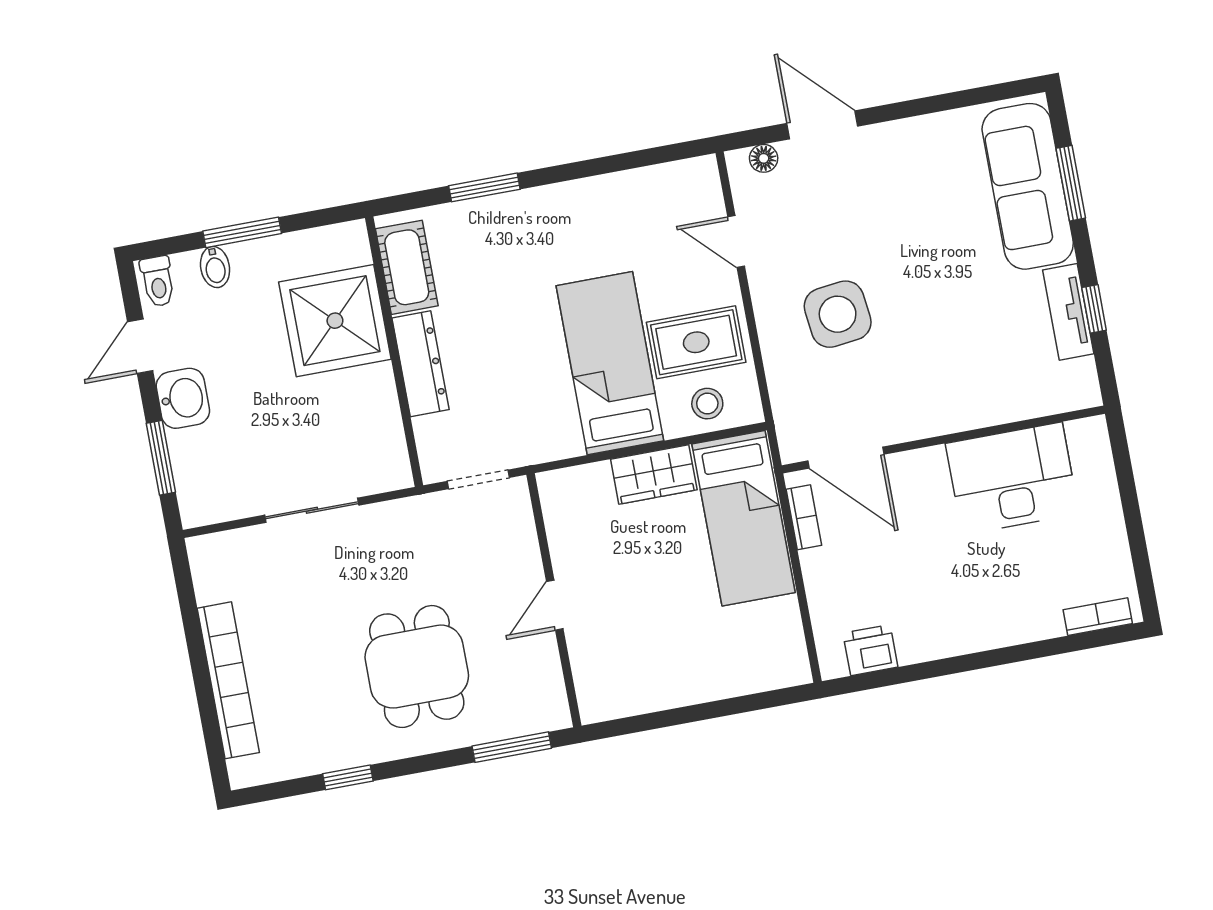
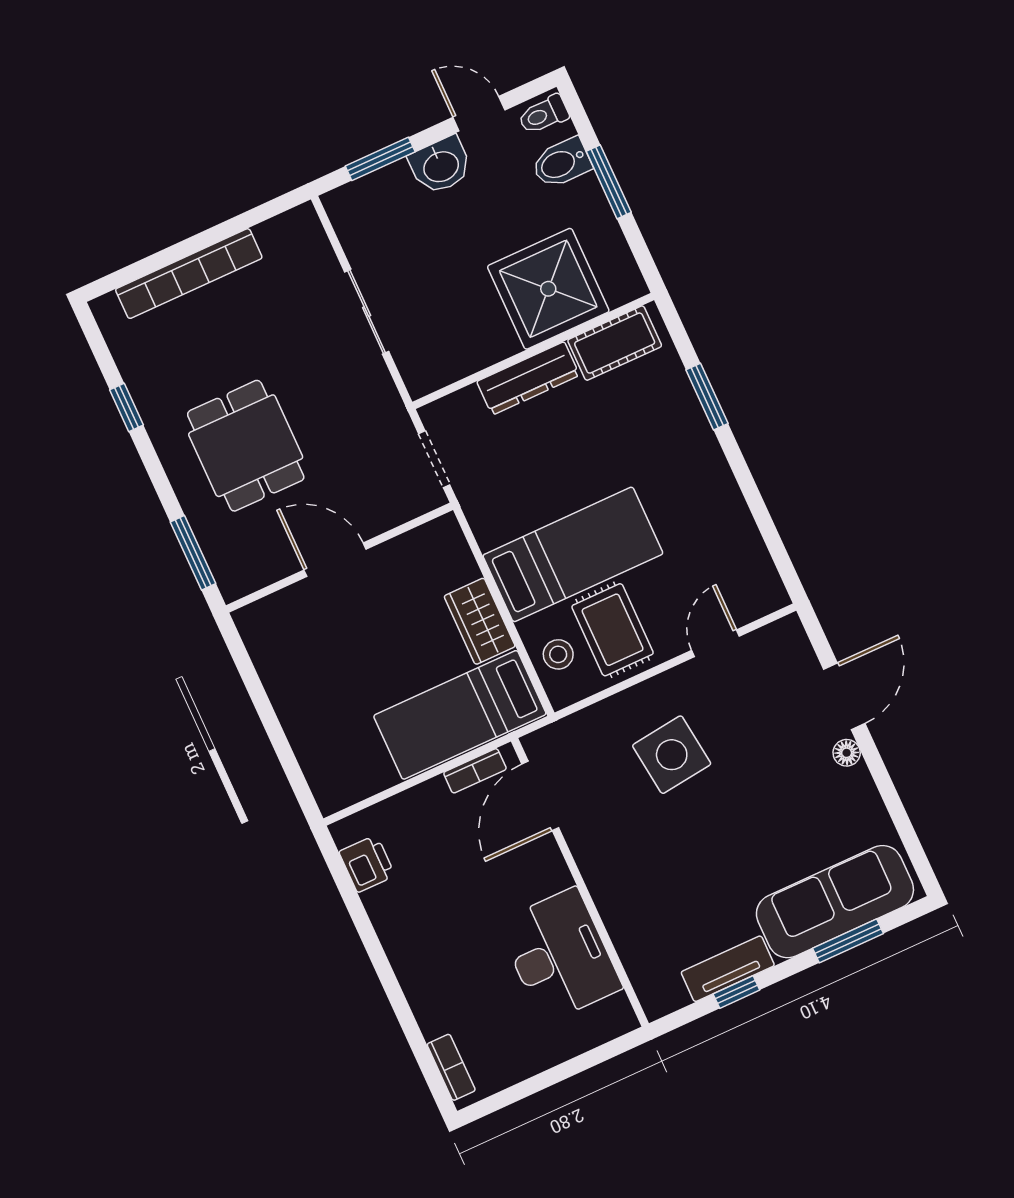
floor lamp: (764, 158) -> (847, 753), moved
bidet: (215, 267) -> (561, 163), width x1.38, depth x1.36
door: (555, 605) -> (335, 560), width x1.38
dining table: (417, 667) -> (246, 446), turned 90

